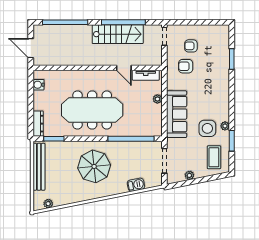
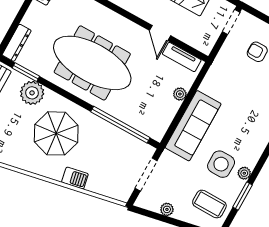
armchair: (186, 66) -> (237, 73), removed
plant: (65, 150) -> (32, 93), added
coffee table: (214, 157) -> (209, 204), turned 90
barbecue: (136, 185) -> (75, 178), moved

